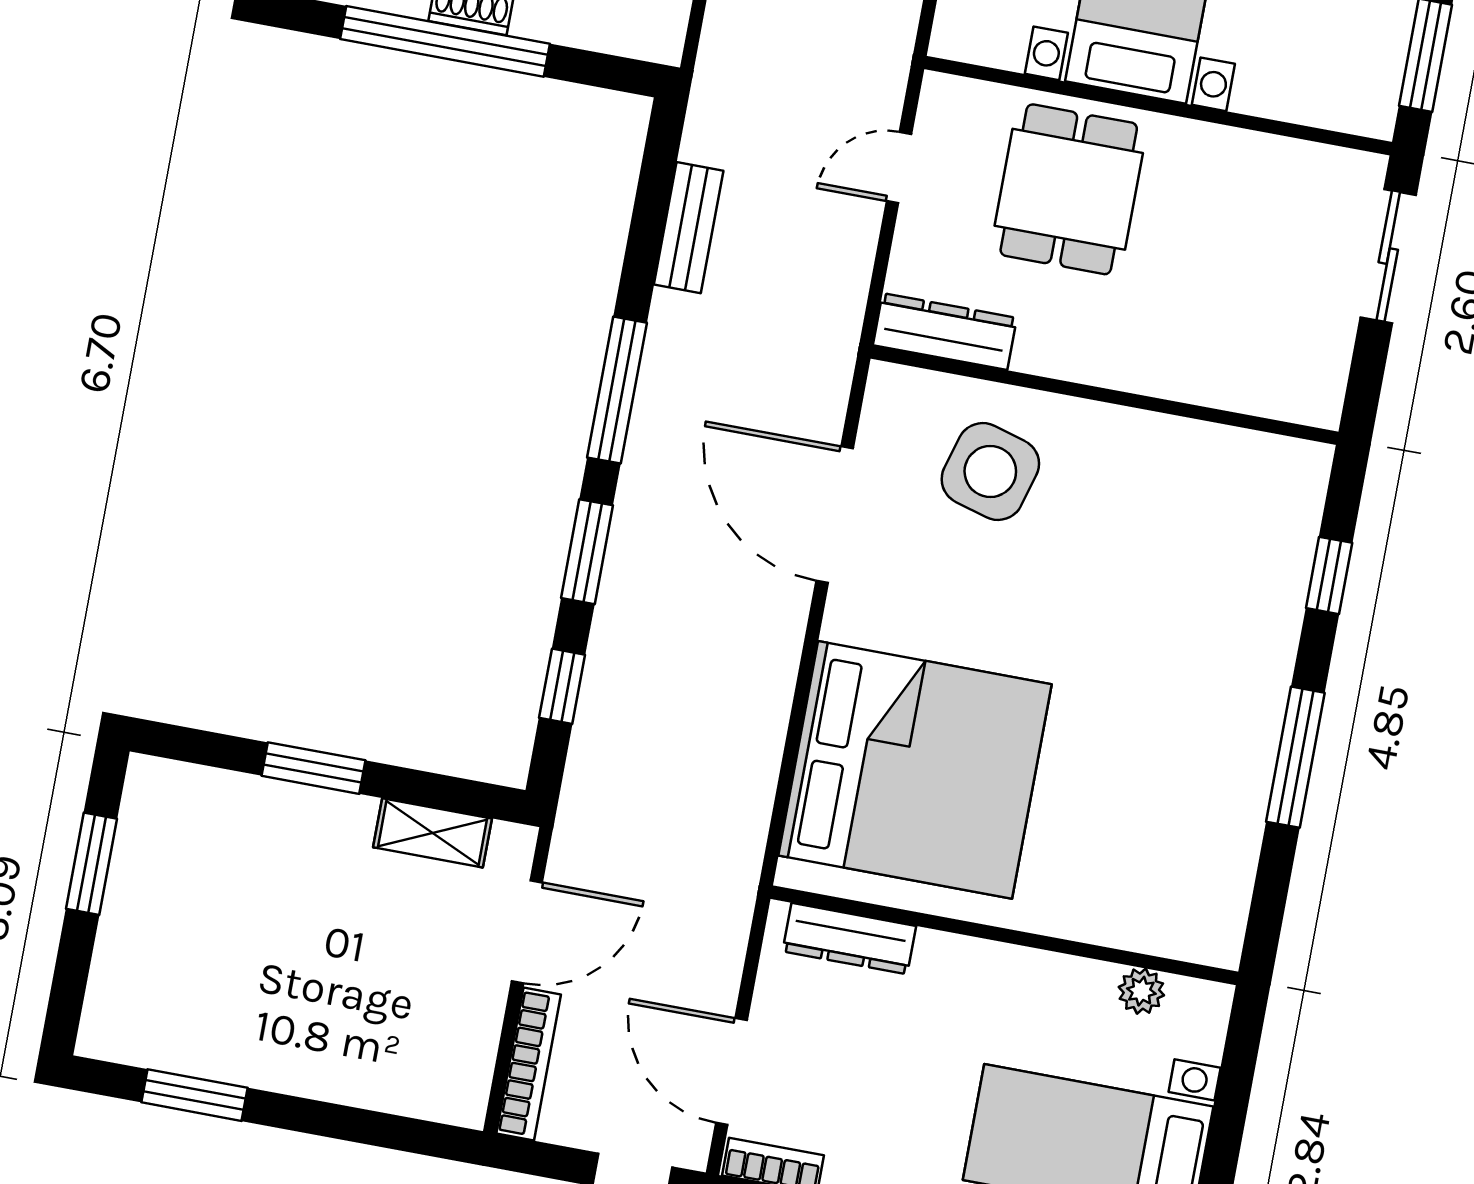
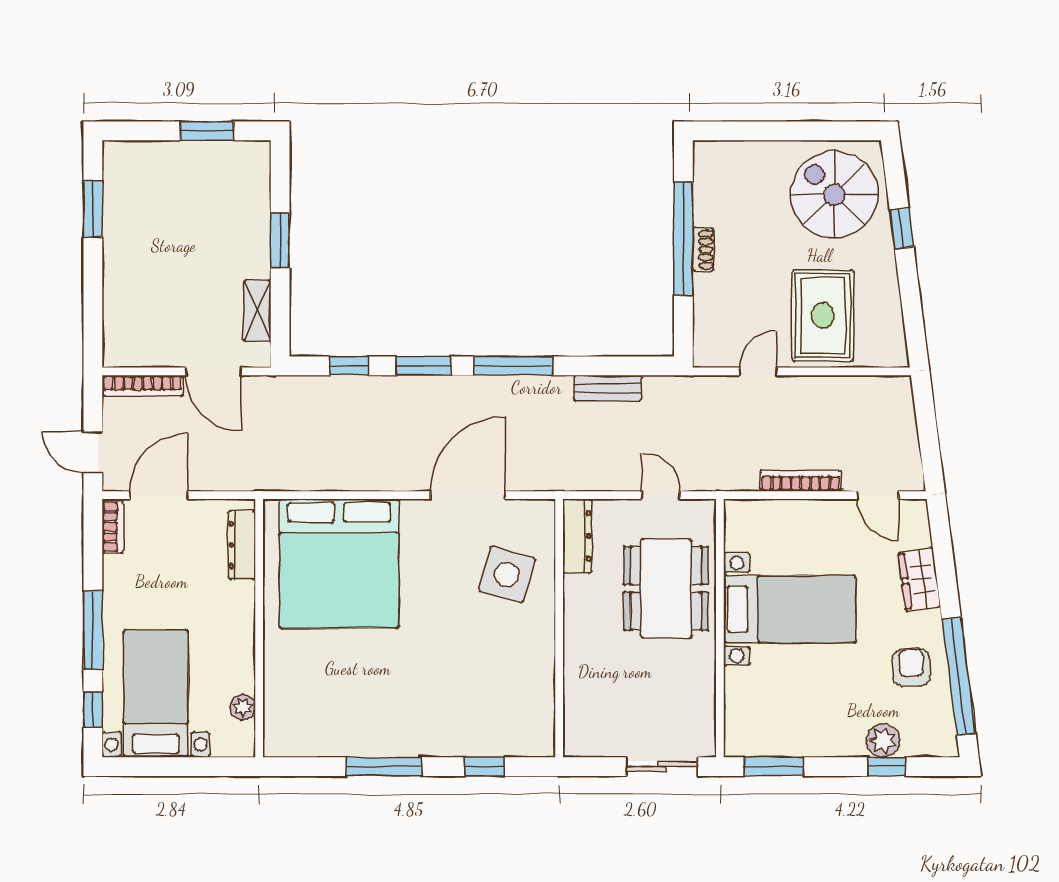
dining table: (1069, 189) -> (666, 588), width x1.37

